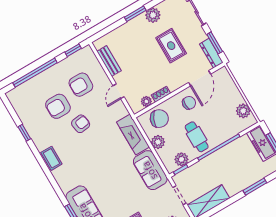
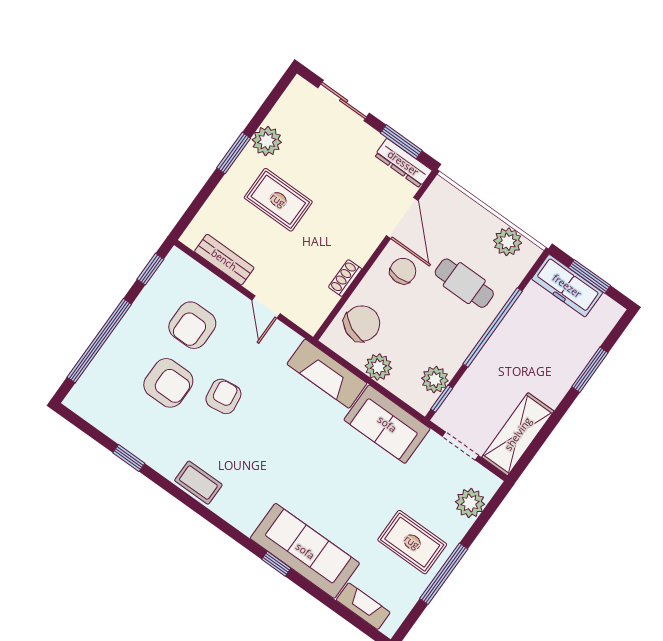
rug: (171, 46) -> (278, 200), moved
plant: (146, 101) -> (325, 303), removed
armchair: (58, 106) -> (168, 383), turned -90
cafe table: (197, 137) -> (464, 283), moved

